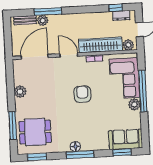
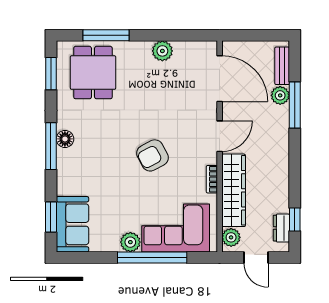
armchair: (82, 94) -> (153, 155), turned 152

